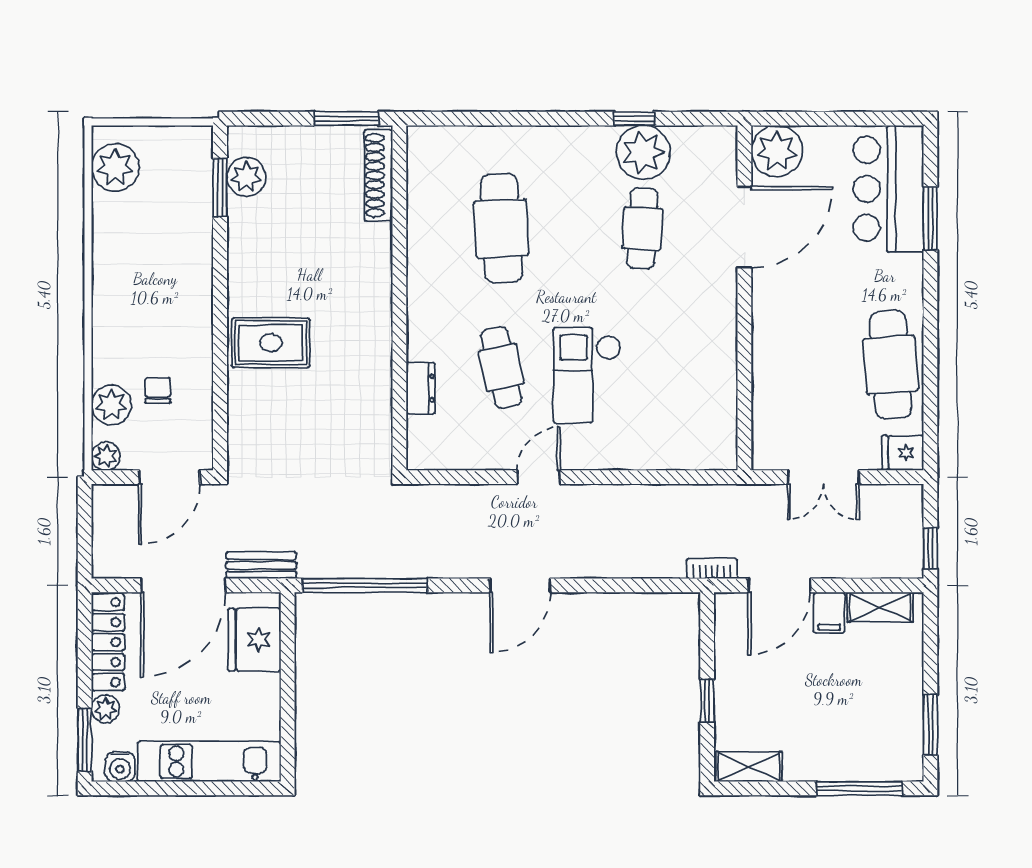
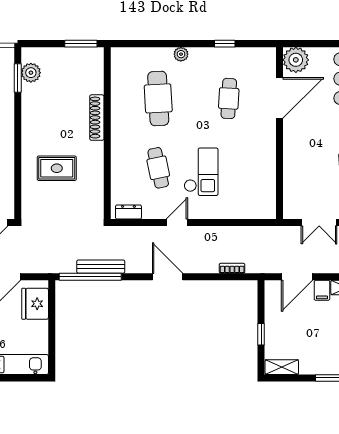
plant: (643, 152) -> (181, 54), moved, width x0.53, depth x0.53
shoe rack: (378, 175) -> (97, 118), moved
rug: (271, 343) -> (57, 168), moved
checkout: (587, 375) -> (201, 172), turned 180
dresser: (421, 388) -> (128, 212), moved, turned -90
bench: (261, 565) -> (101, 267), moved, width x1.36
bookcase: (712, 569) -> (232, 268), moved
door: (520, 585) -> (168, 277), swing flipped

